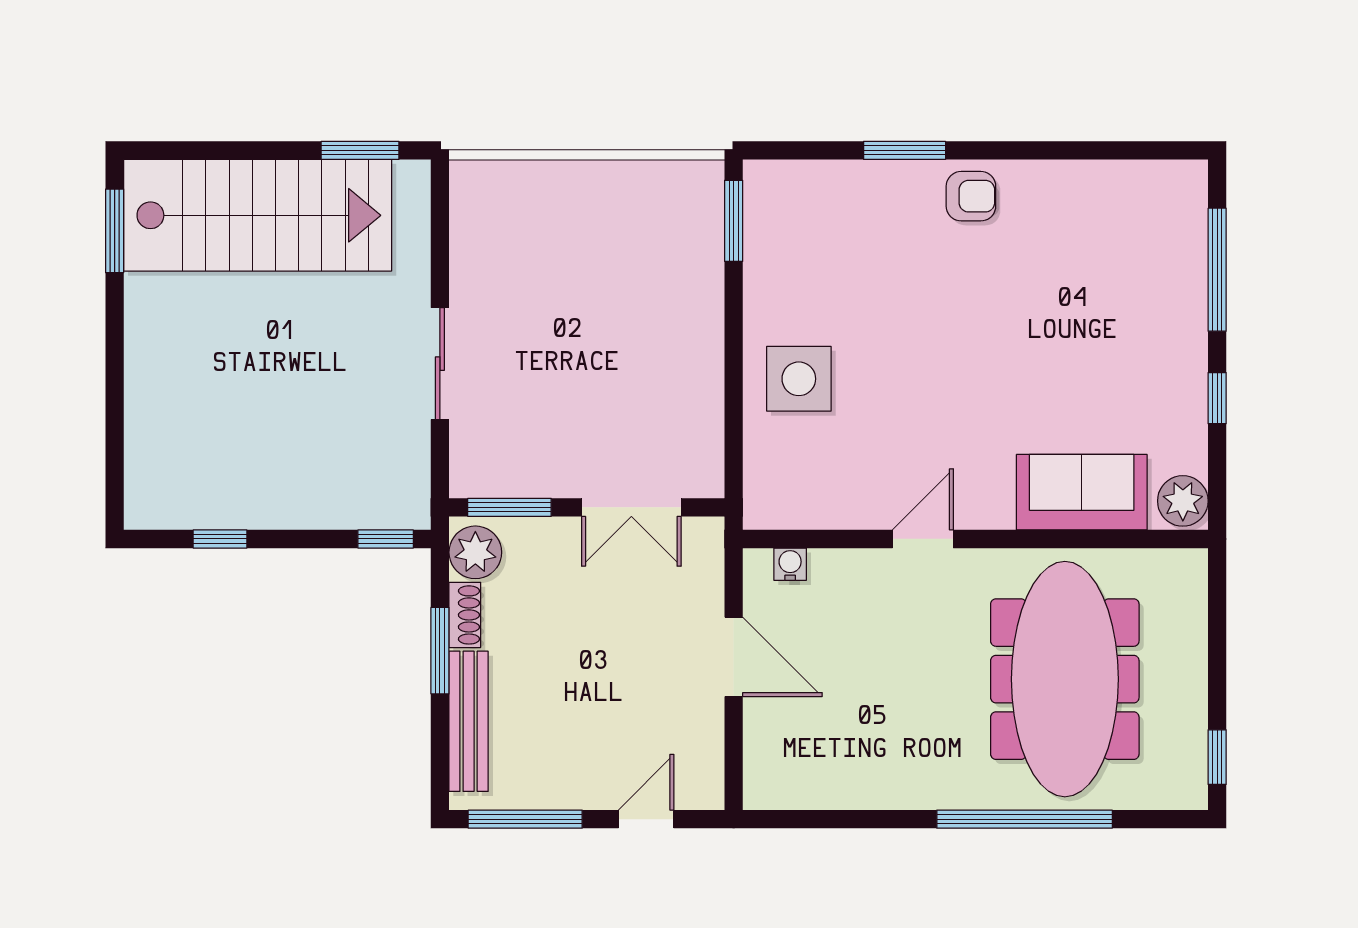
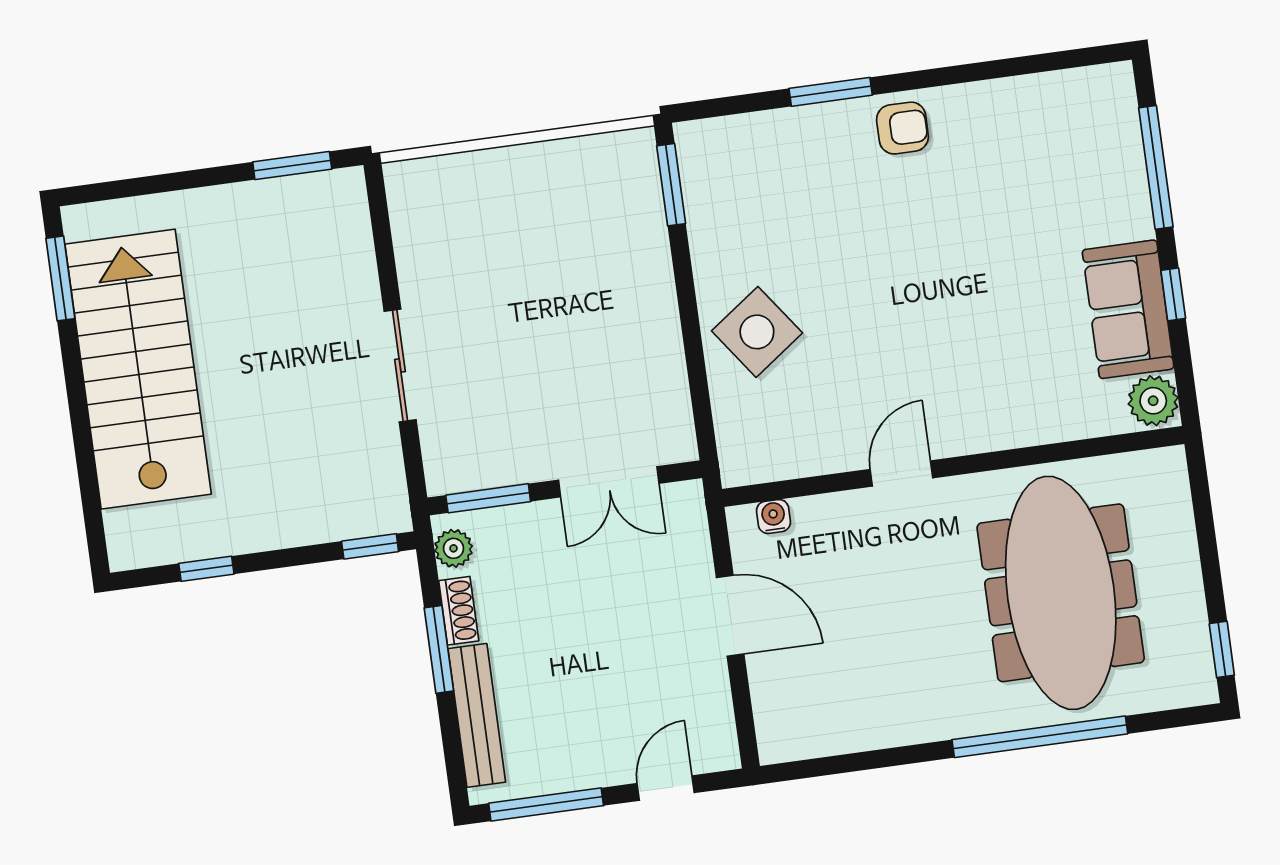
stairs: (258, 215) -> (138, 369), moved, turned -90
side table: (799, 379) -> (757, 332), turned -36
sofa: (1082, 492) -> (1128, 309), moved, turned -90
plant: (475, 552) -> (453, 548), width x0.73, depth x0.73

